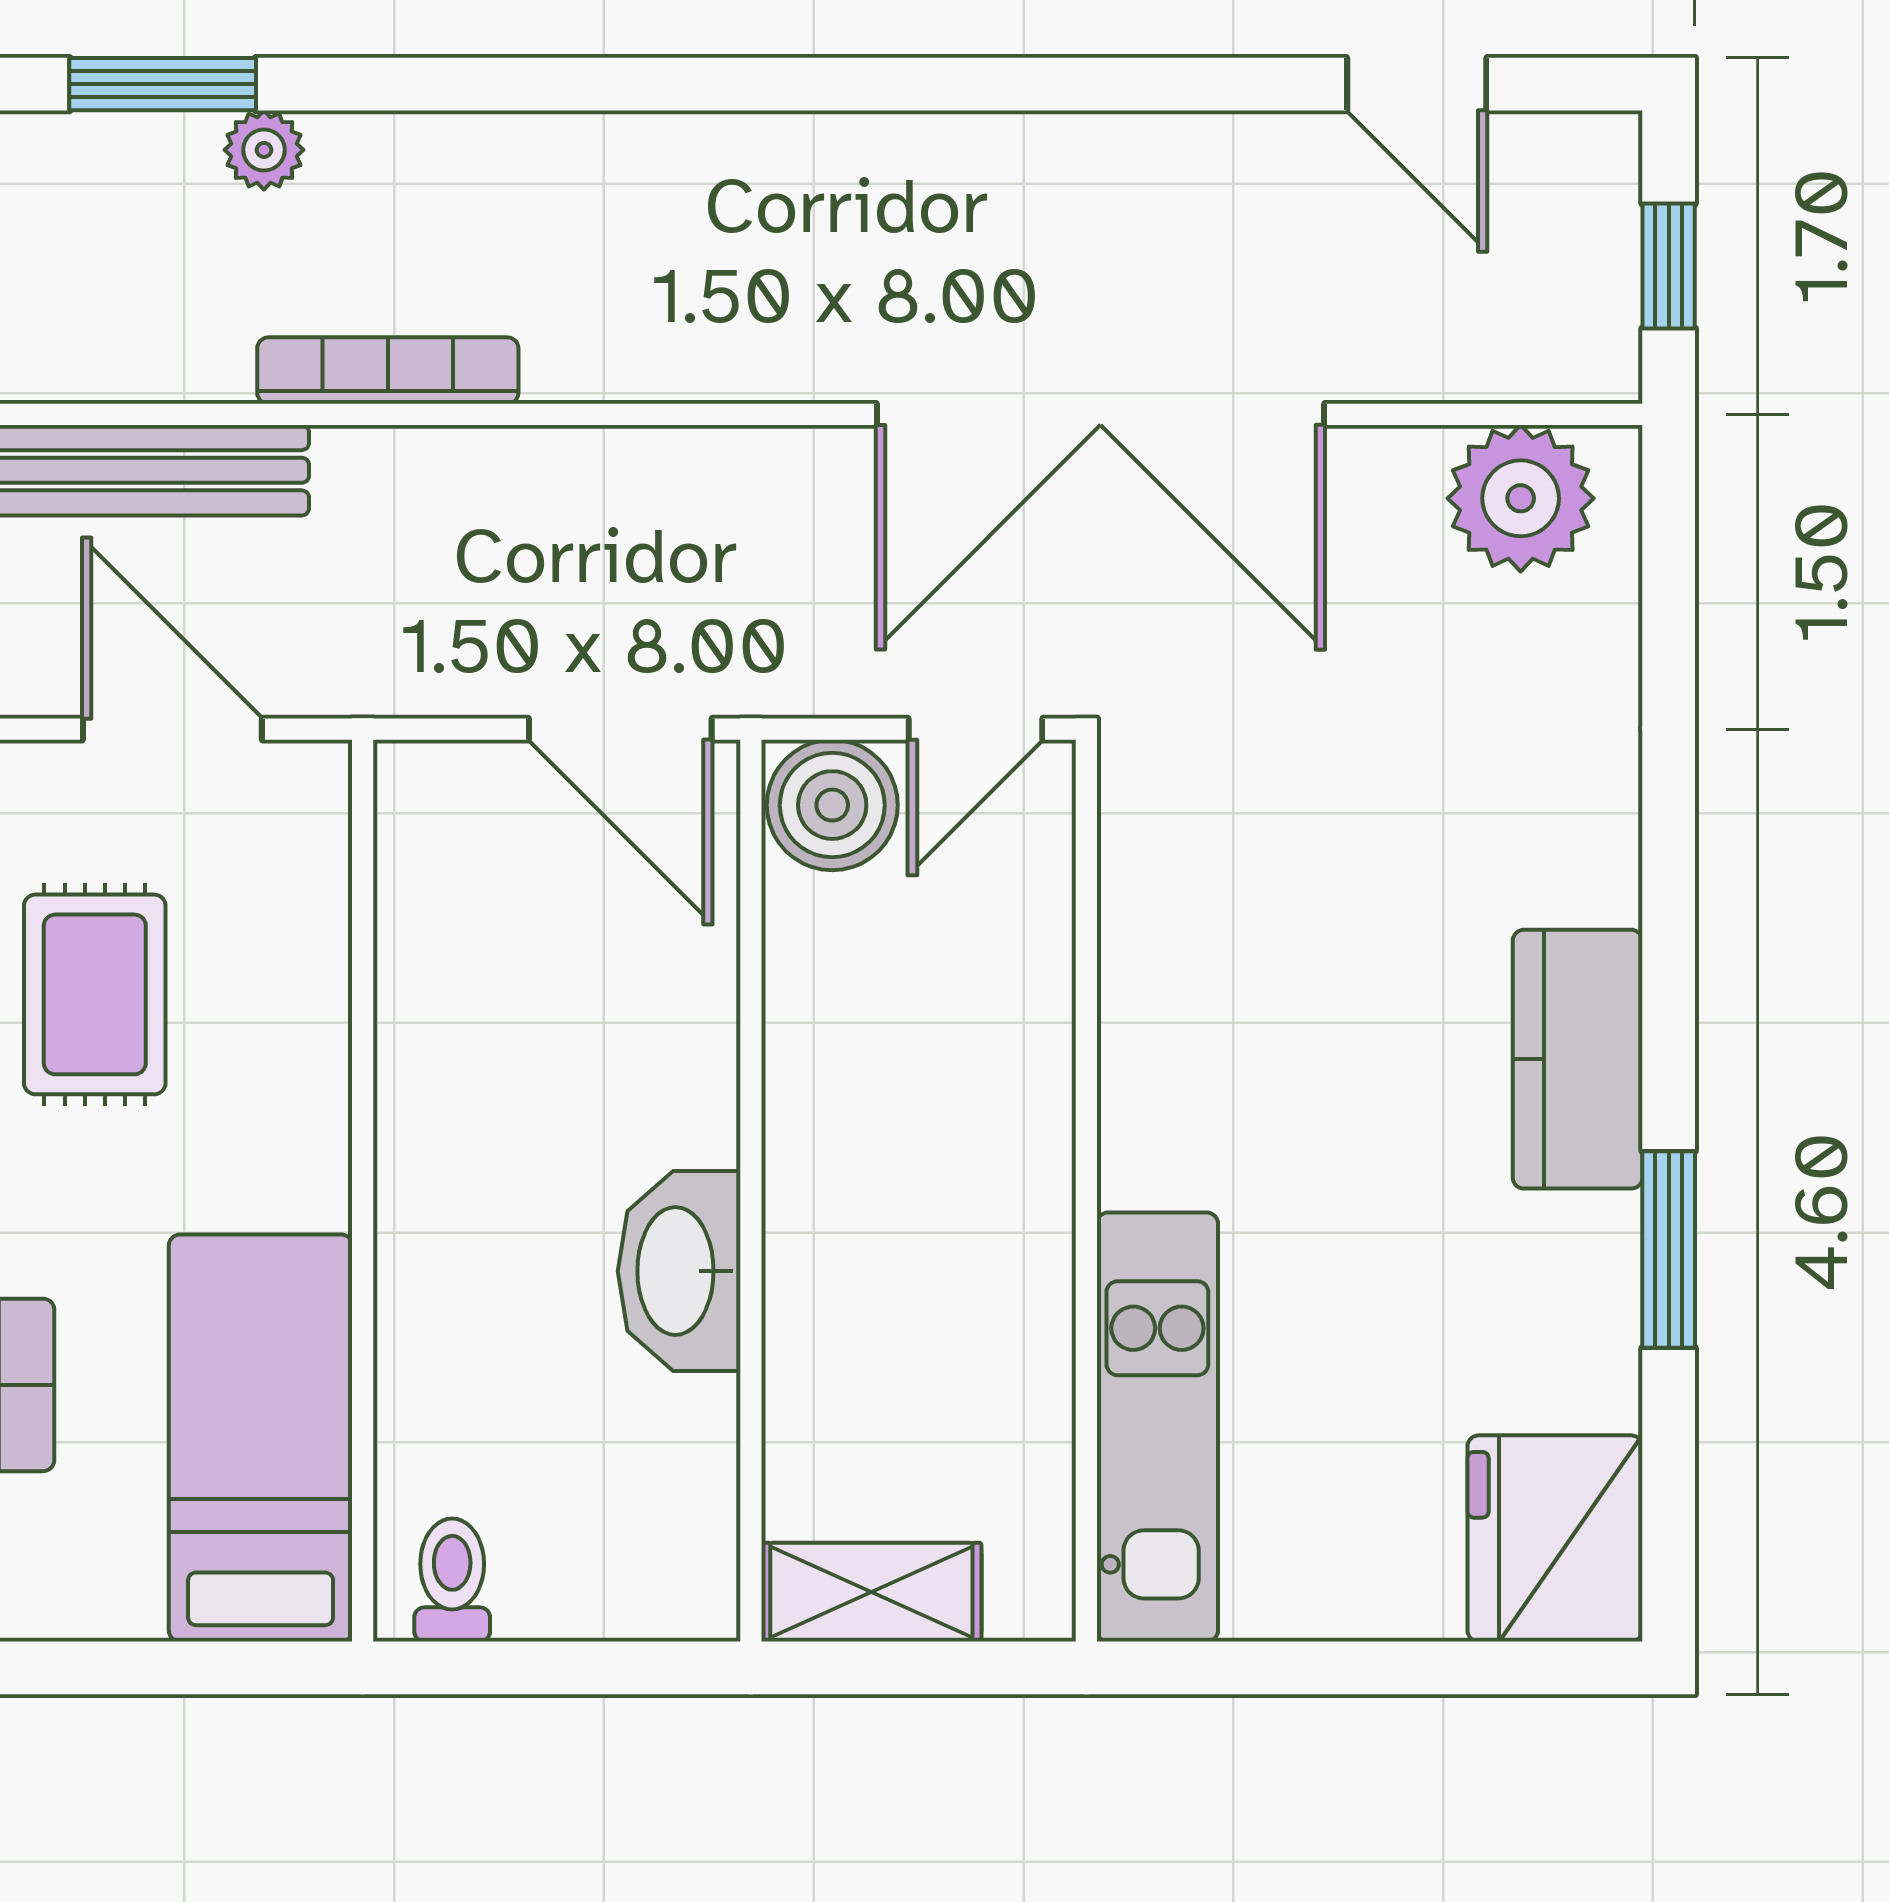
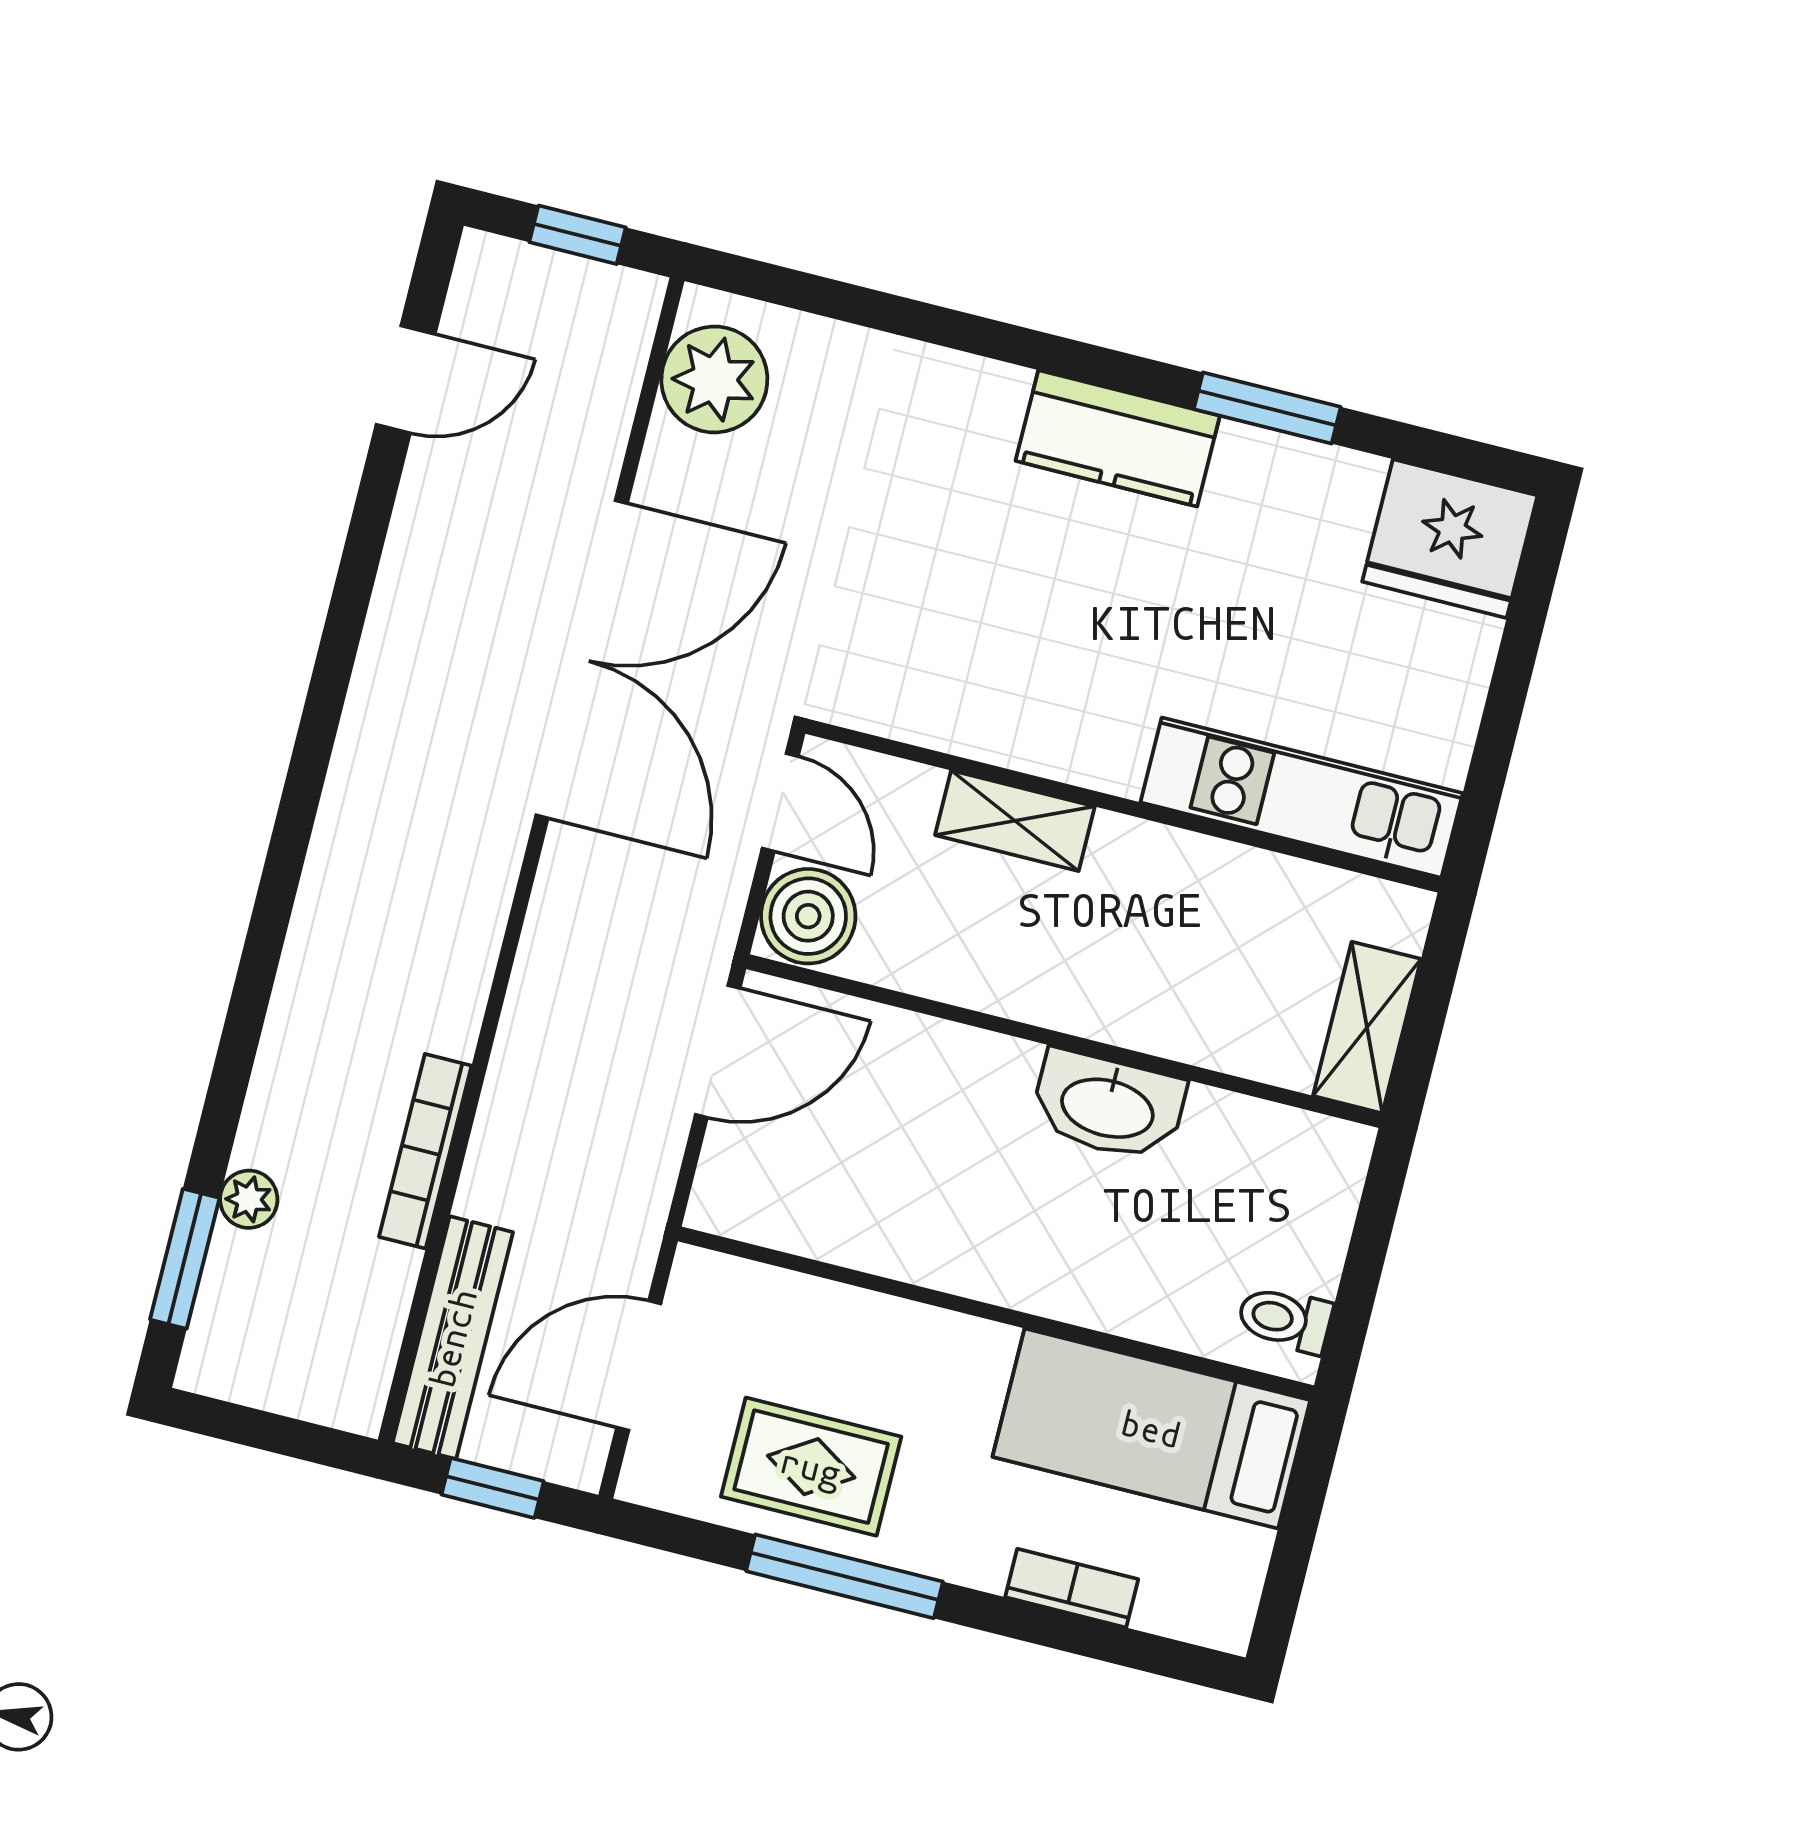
shelving: (1030, 1050) -> (1015, 821), added

